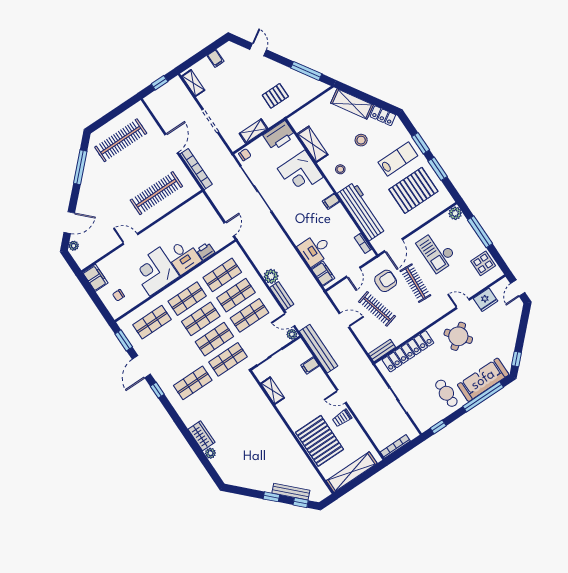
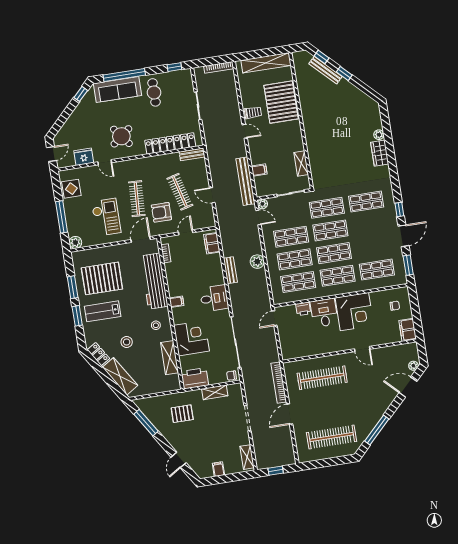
desk: (315, 249) -> (214, 298), moved
bench: (282, 296) -> (230, 270), moved

